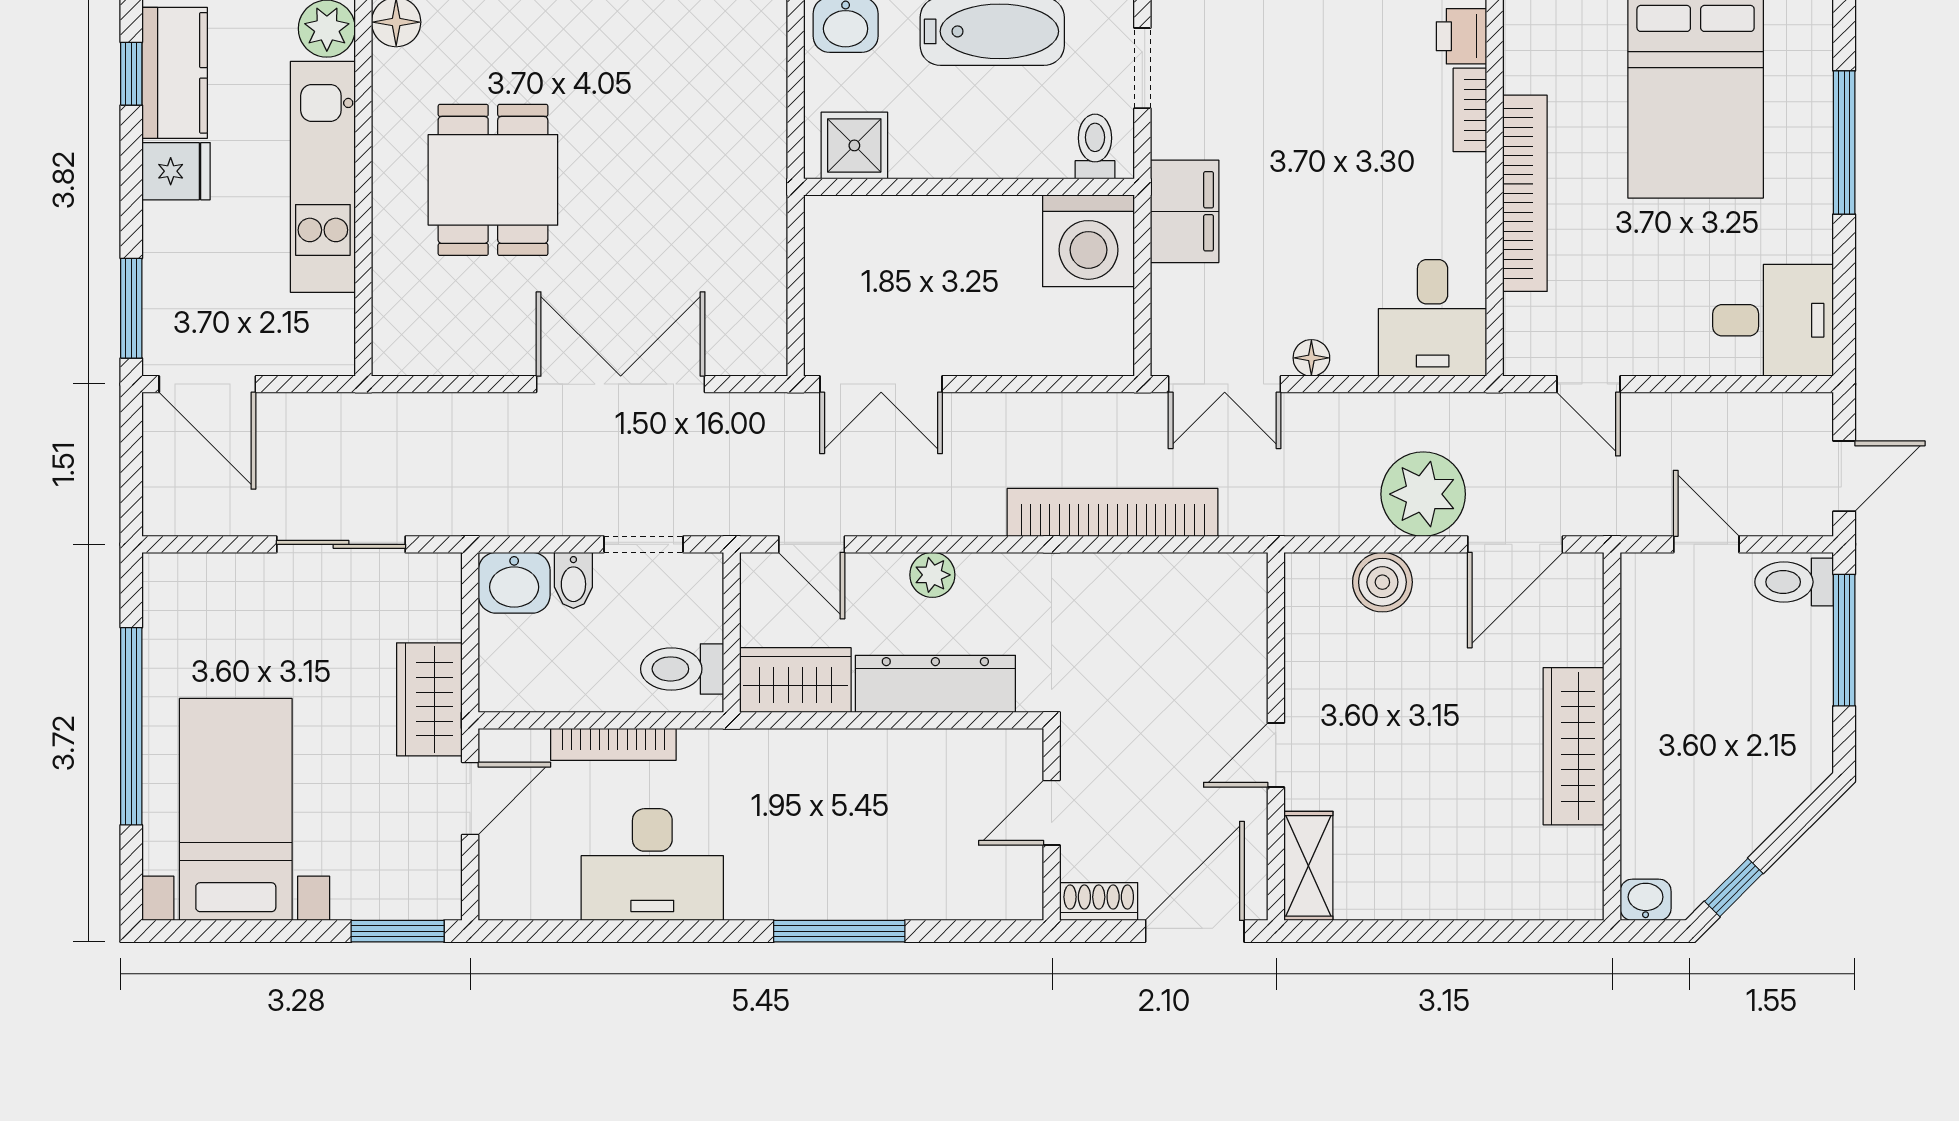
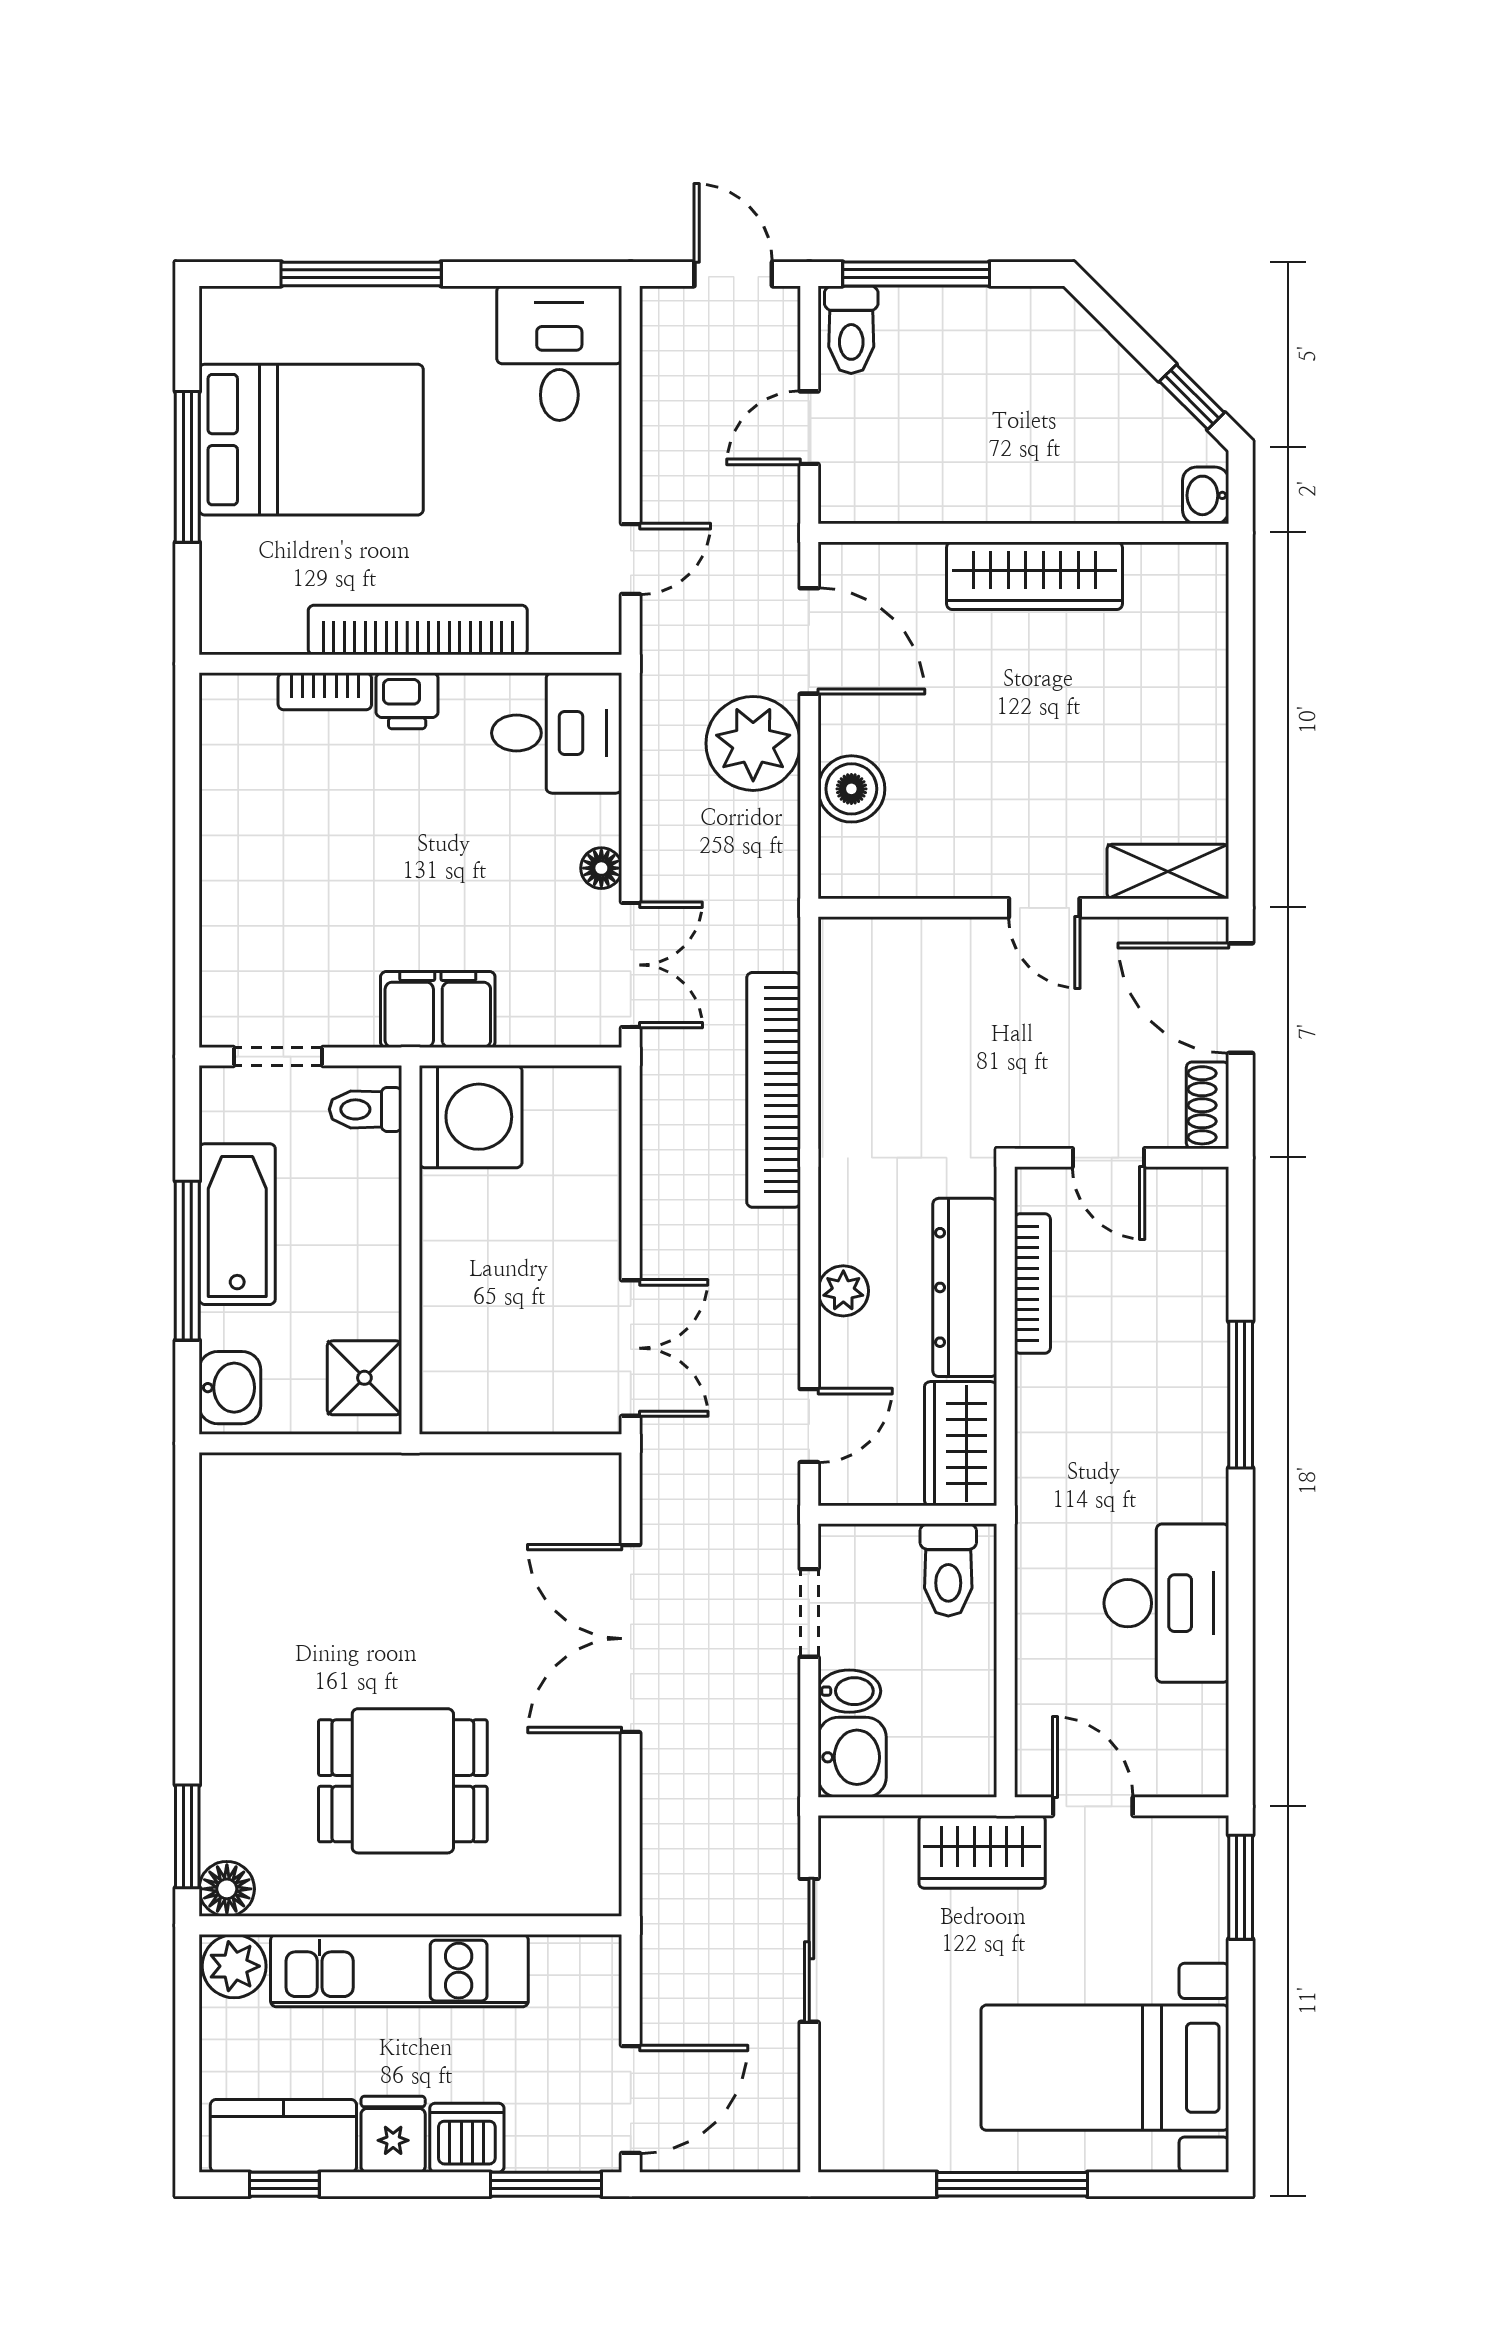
printer: (1461, 36) -> (407, 701), moved
dishwasher: (173, 237) -> (467, 2138), added
window: (131, 726) -> (1012, 2184), width x0.68
bookcase: (613, 744) -> (1032, 1284), moved

